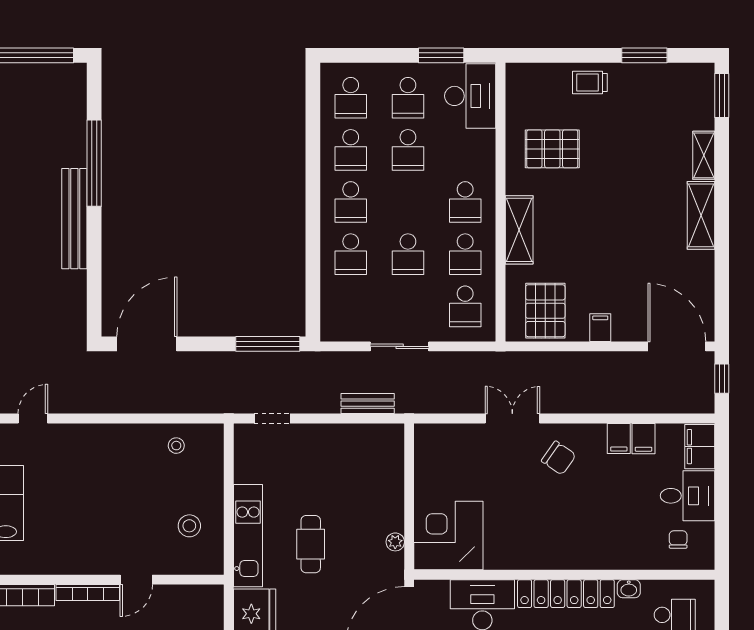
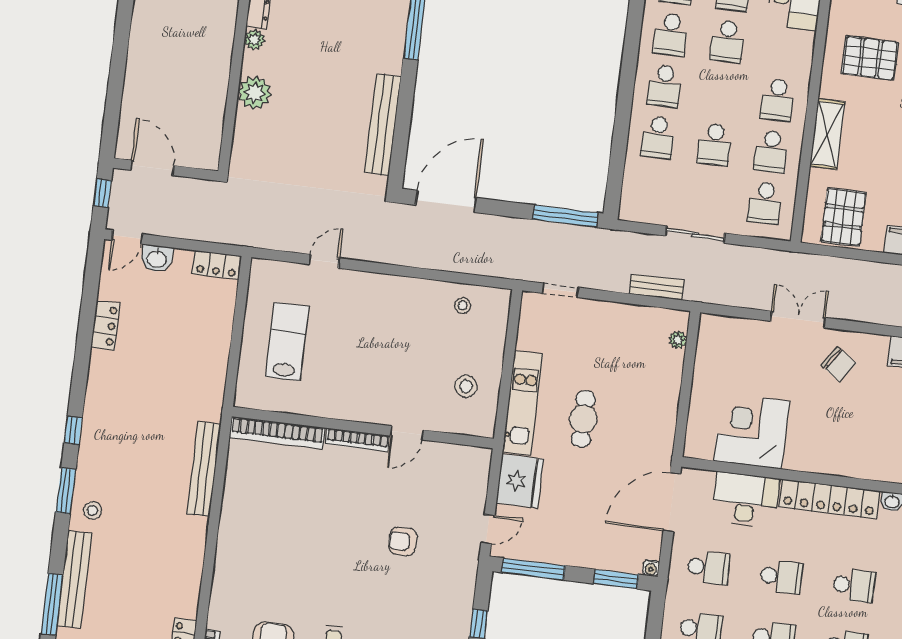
bench: (74, 219) -> (383, 124), moved
corner desk: (448, 536) -> (752, 431), moved
plant: (395, 542) -> (678, 340), moved

